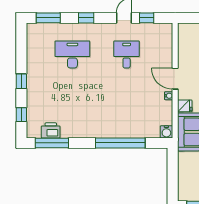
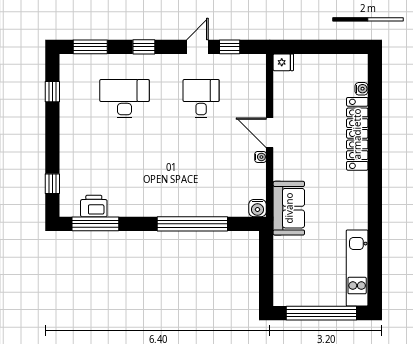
window: (21, 81) -> (52, 92), moved
fridge: (185, 106) -> (283, 62), moved

